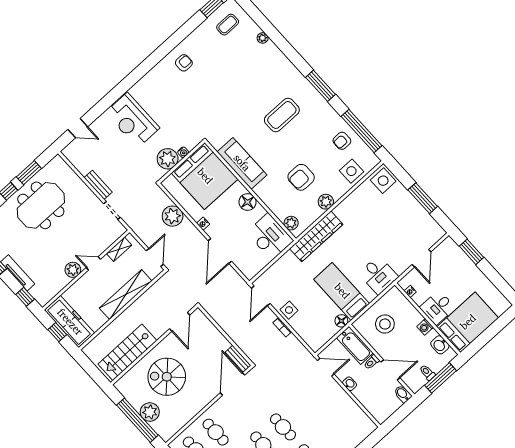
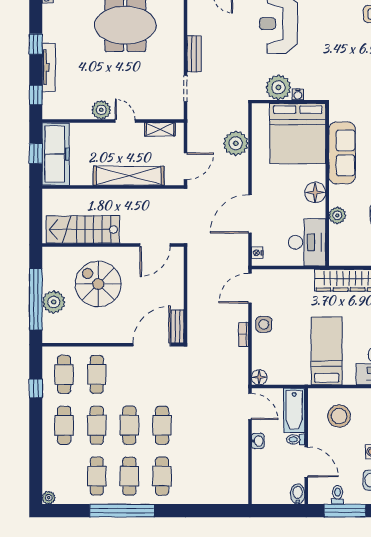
plant: (291, 223) -> (337, 215), moved
nightstand: (203, 224) -> (257, 253), moved
floor lamp: (341, 321) -> (259, 377), moved

